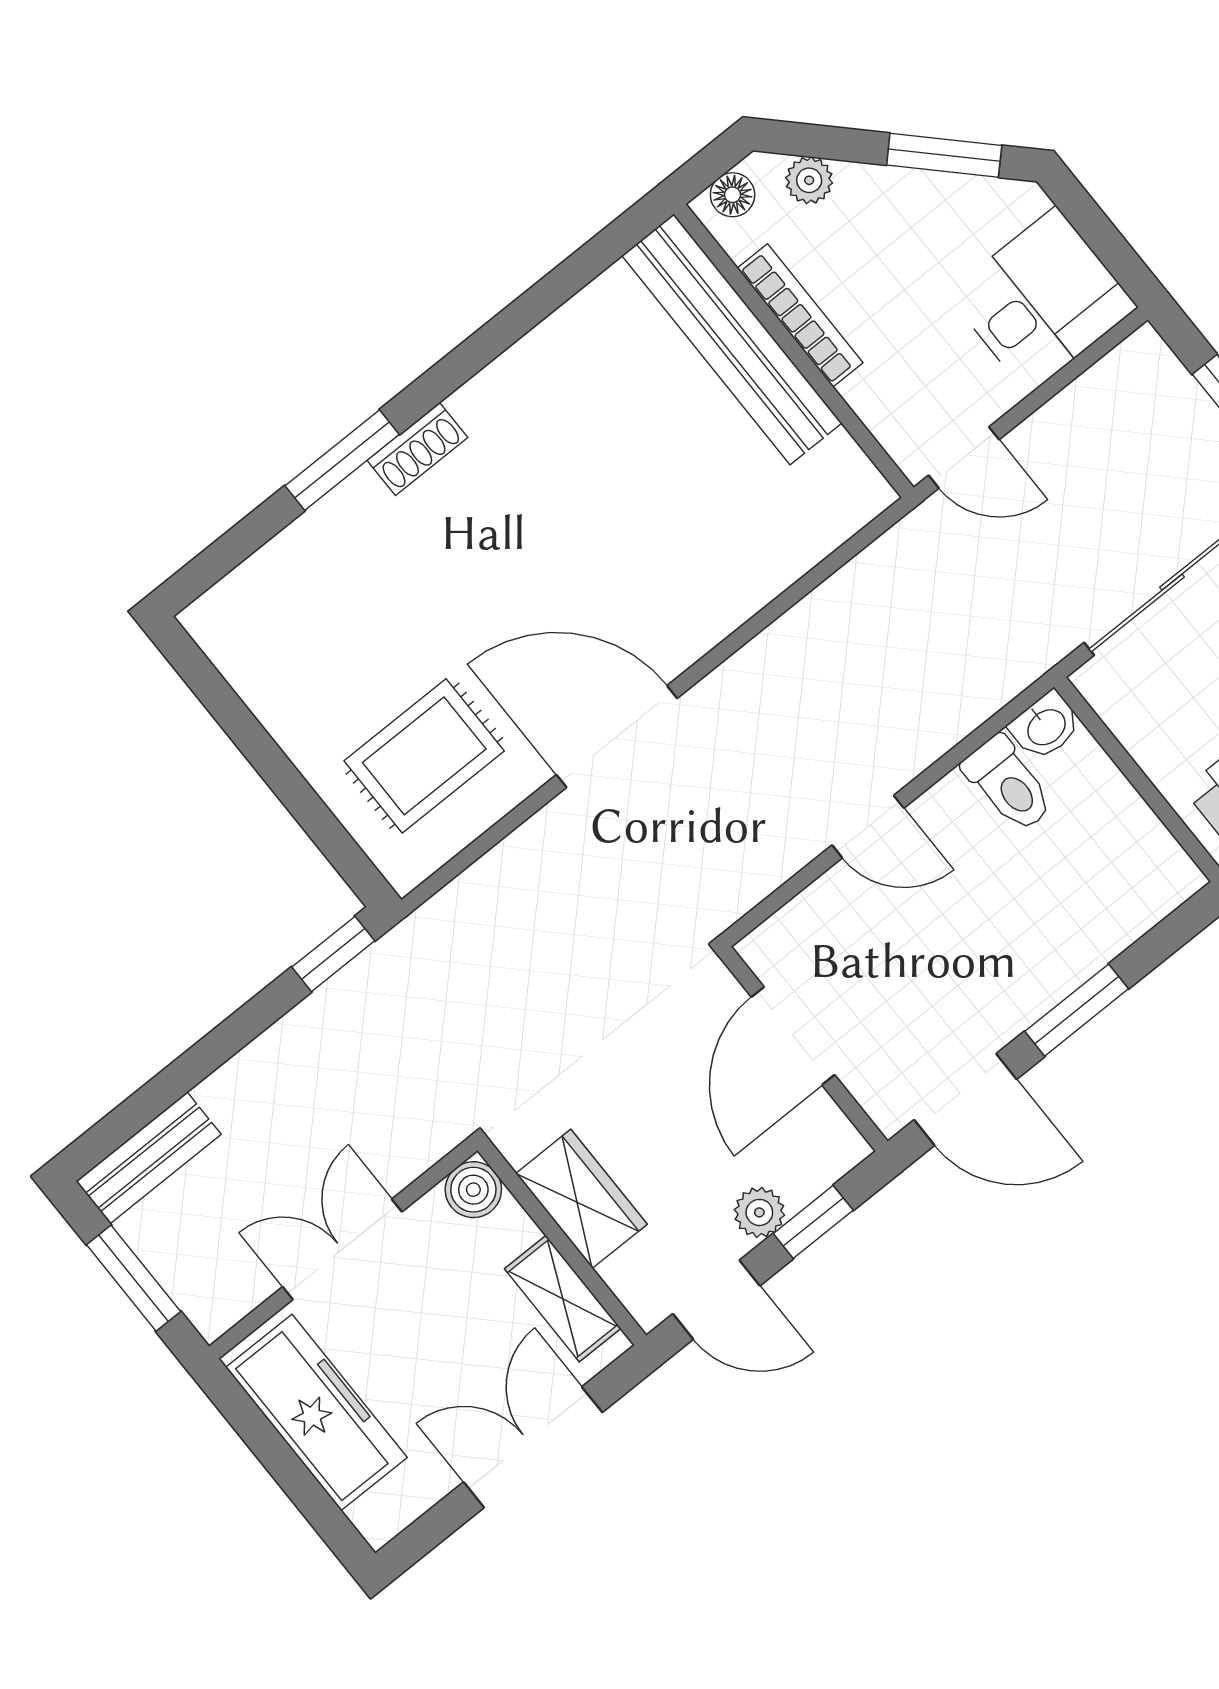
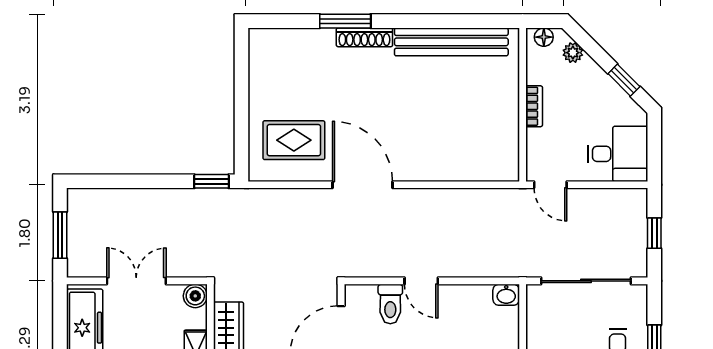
window: (944, 155) -> (624, 80), width x0.67
bookcase: (800, 315) -> (534, 106), width x0.64
bench: (732, 339) -> (451, 42), moved, turned 90
shoe rack: (417, 449) -> (364, 37), width x1.43
toilet: (1008, 784) -> (390, 304), moved
bench: (149, 1158) -> (97, 199), removed

